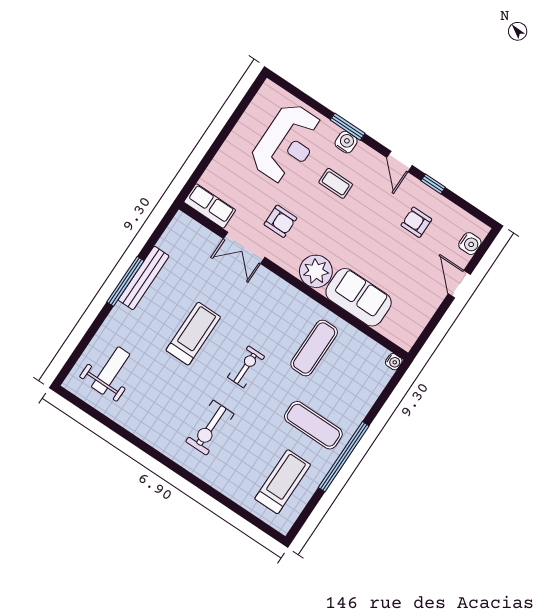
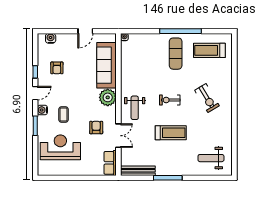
water cooler: (346, 142) -> (42, 110), moved
bench: (144, 278) -> (138, 171), moved
door: (459, 284) -> (85, 31), moved
sofa: (359, 297) -> (107, 65), width x1.36
weight bench: (271, 303) -> (135, 108), added
treadmill: (193, 334) -> (171, 133), turned 180
exercise mat: (314, 348) -> (142, 76), removed
exercise bike: (210, 428) -> (207, 98), turned 59

